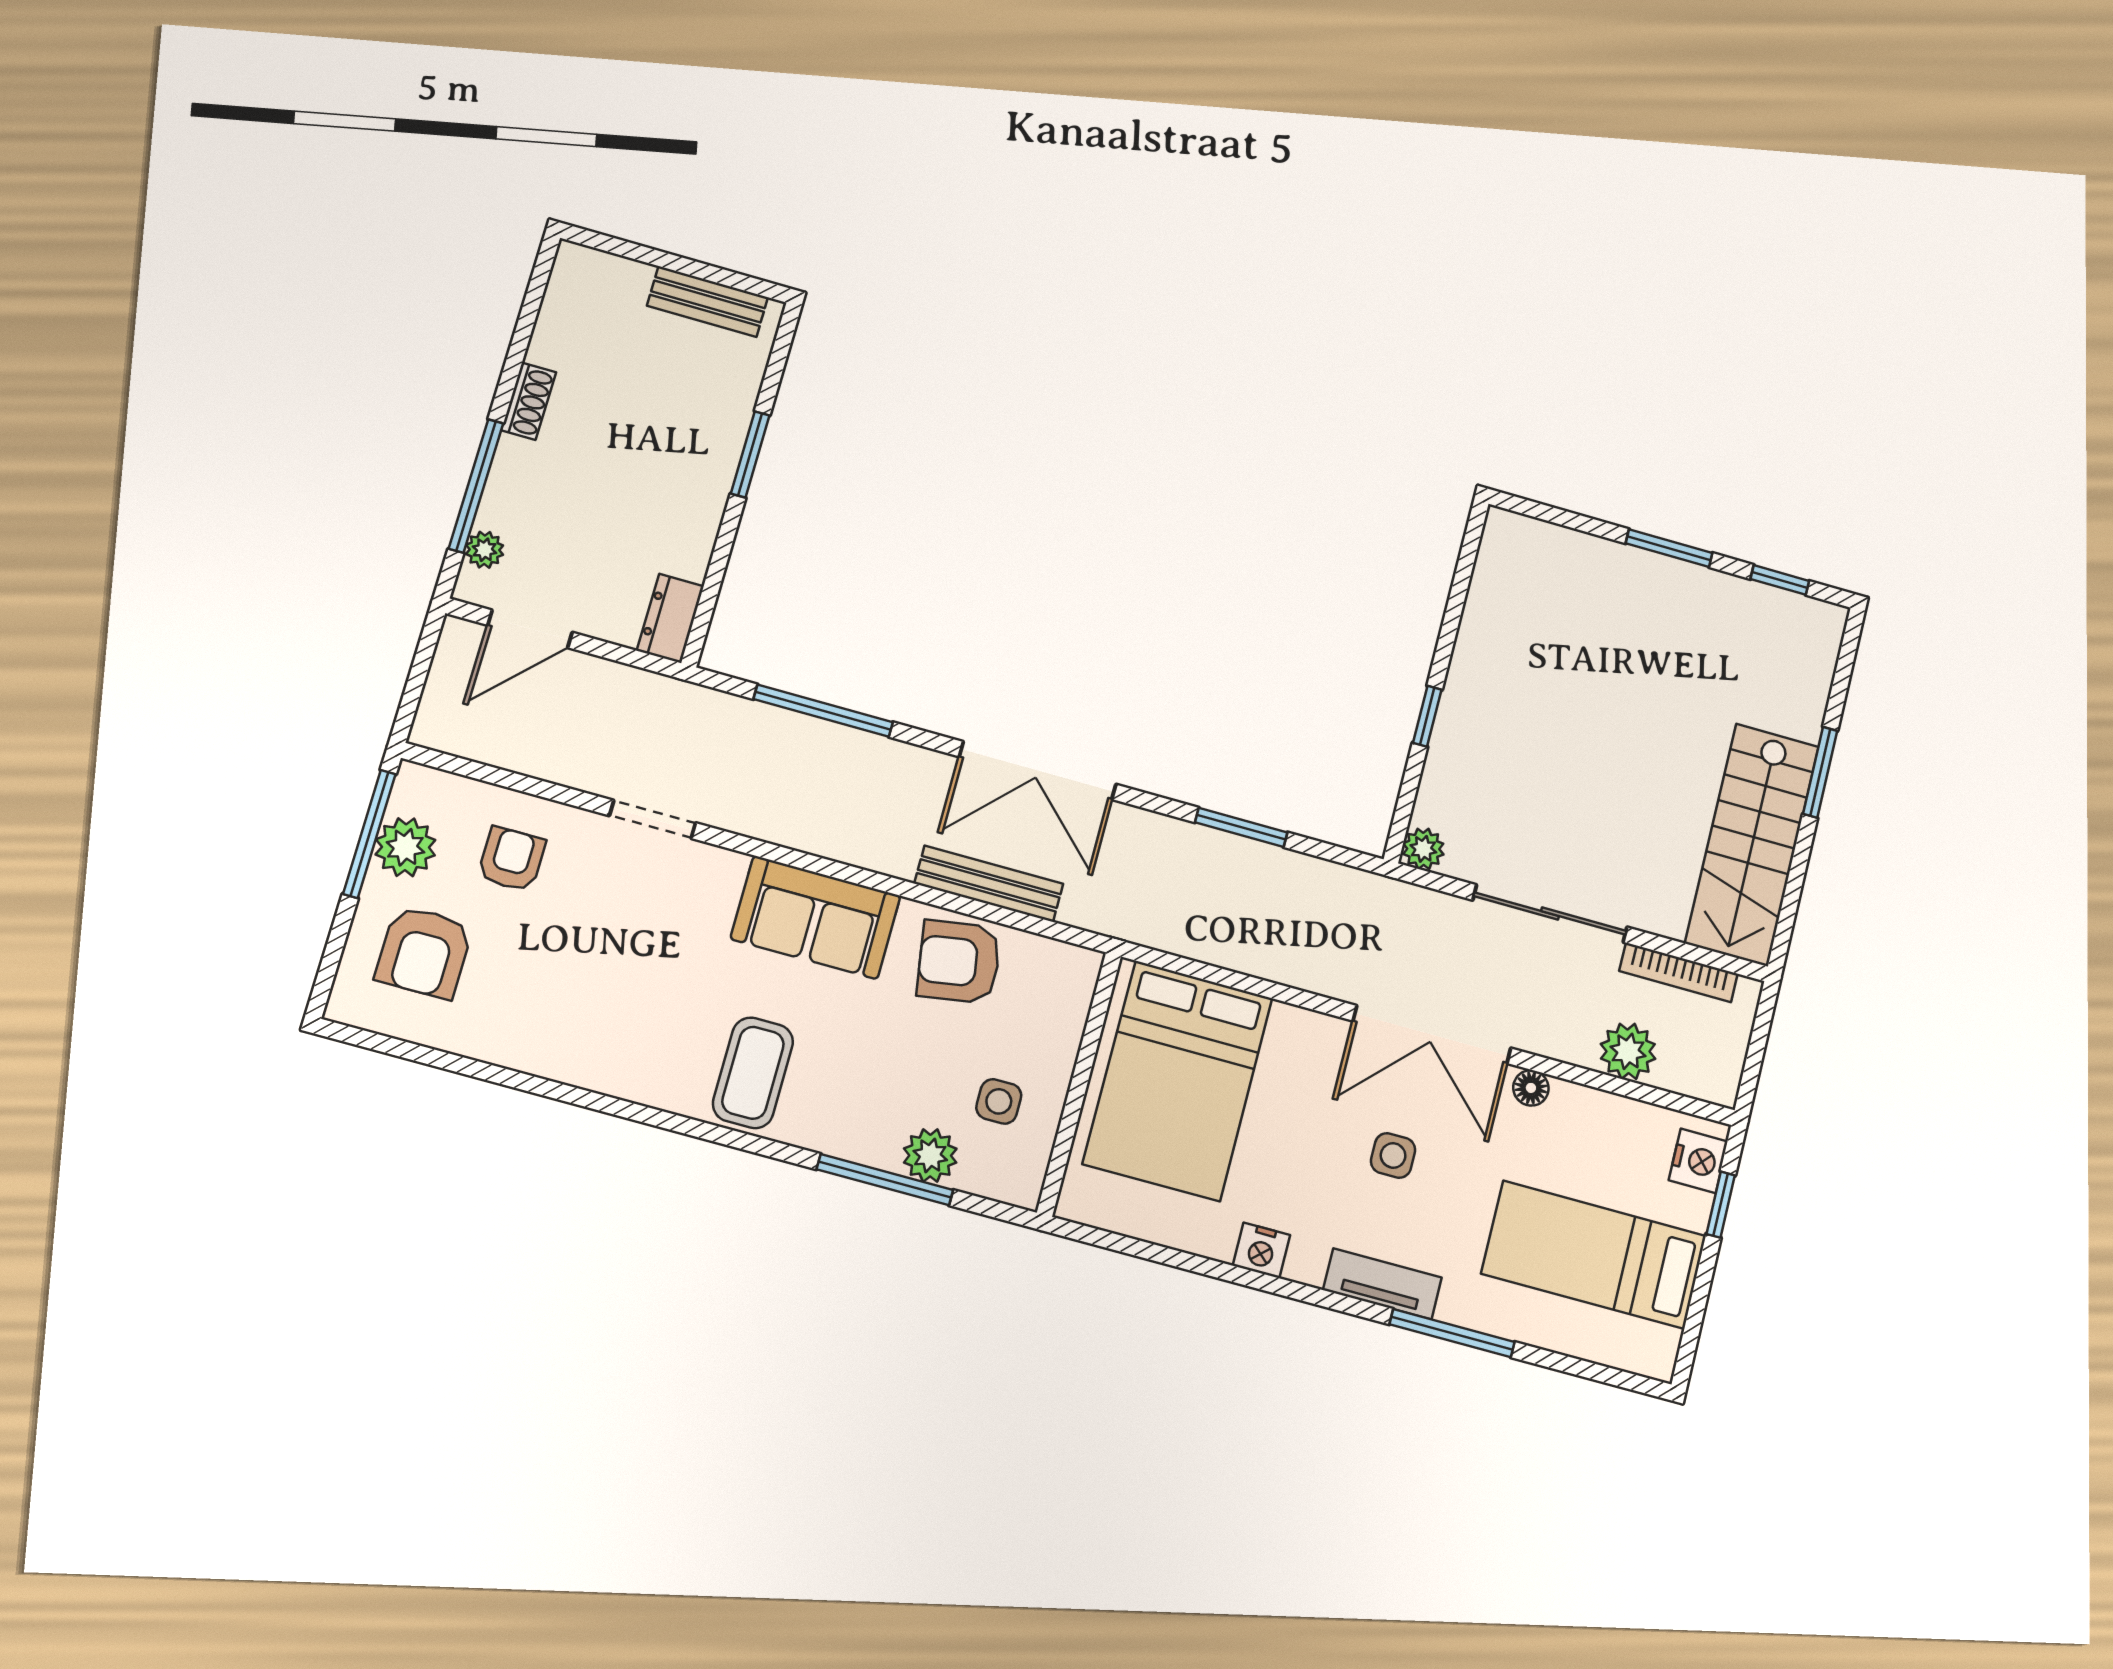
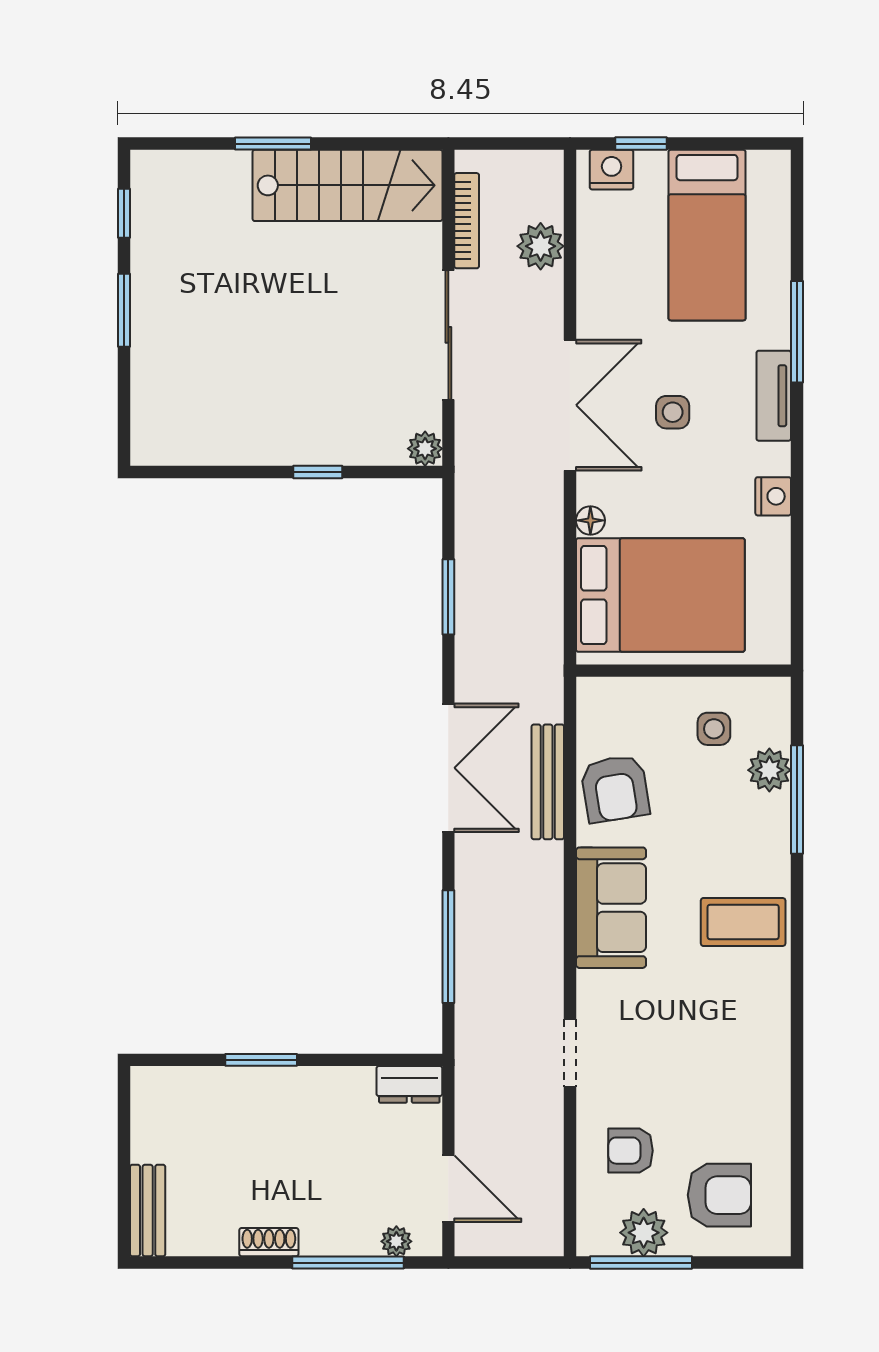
bench: (707, 302) -> (148, 1211), moved
floor lamp: (1531, 1088) -> (590, 520), moved

